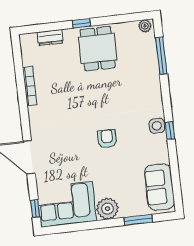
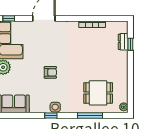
window: (81, 23) -> (130, 44), moved
dining table: (98, 49) -> (98, 93), moved
window: (161, 56) -> (90, 116), moved

